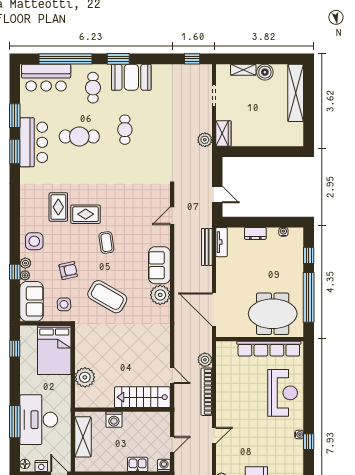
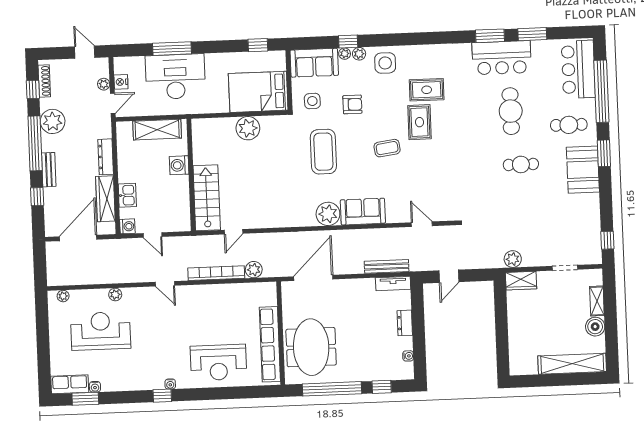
armchair: (68, 270) -> (352, 104), turned -77
coffee table: (107, 297) -> (323, 152), turned -30
plant: (85, 377) -> (248, 128), moved
floor lamp: (25, 464) -> (123, 62), removed

